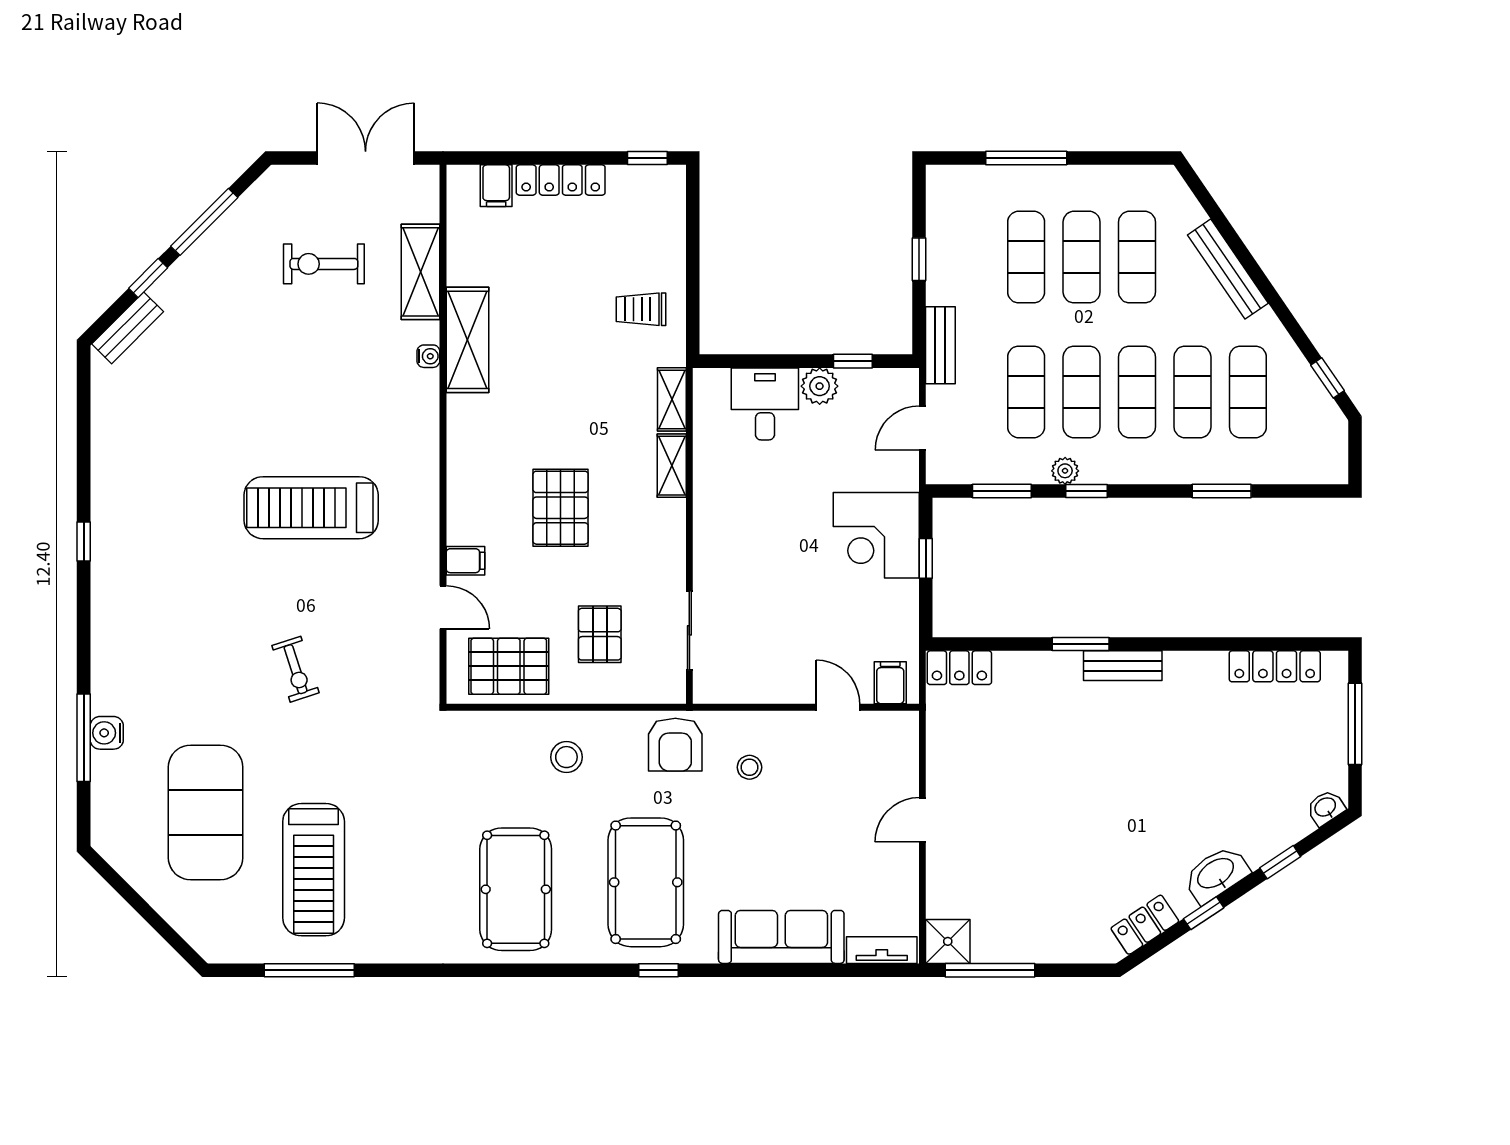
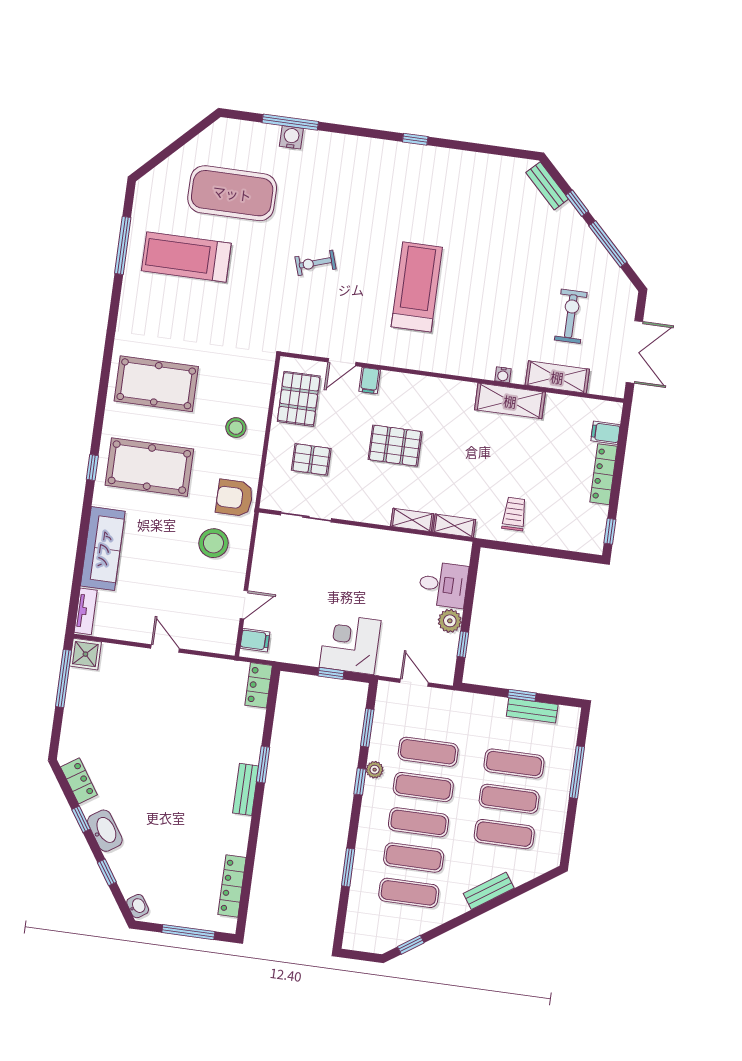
bench: (1228, 269) -> (489, 891), width x0.73
bench: (940, 345) -> (532, 710), moved
stool: (749, 767) -> (213, 543), width x1.89, depth x1.89

